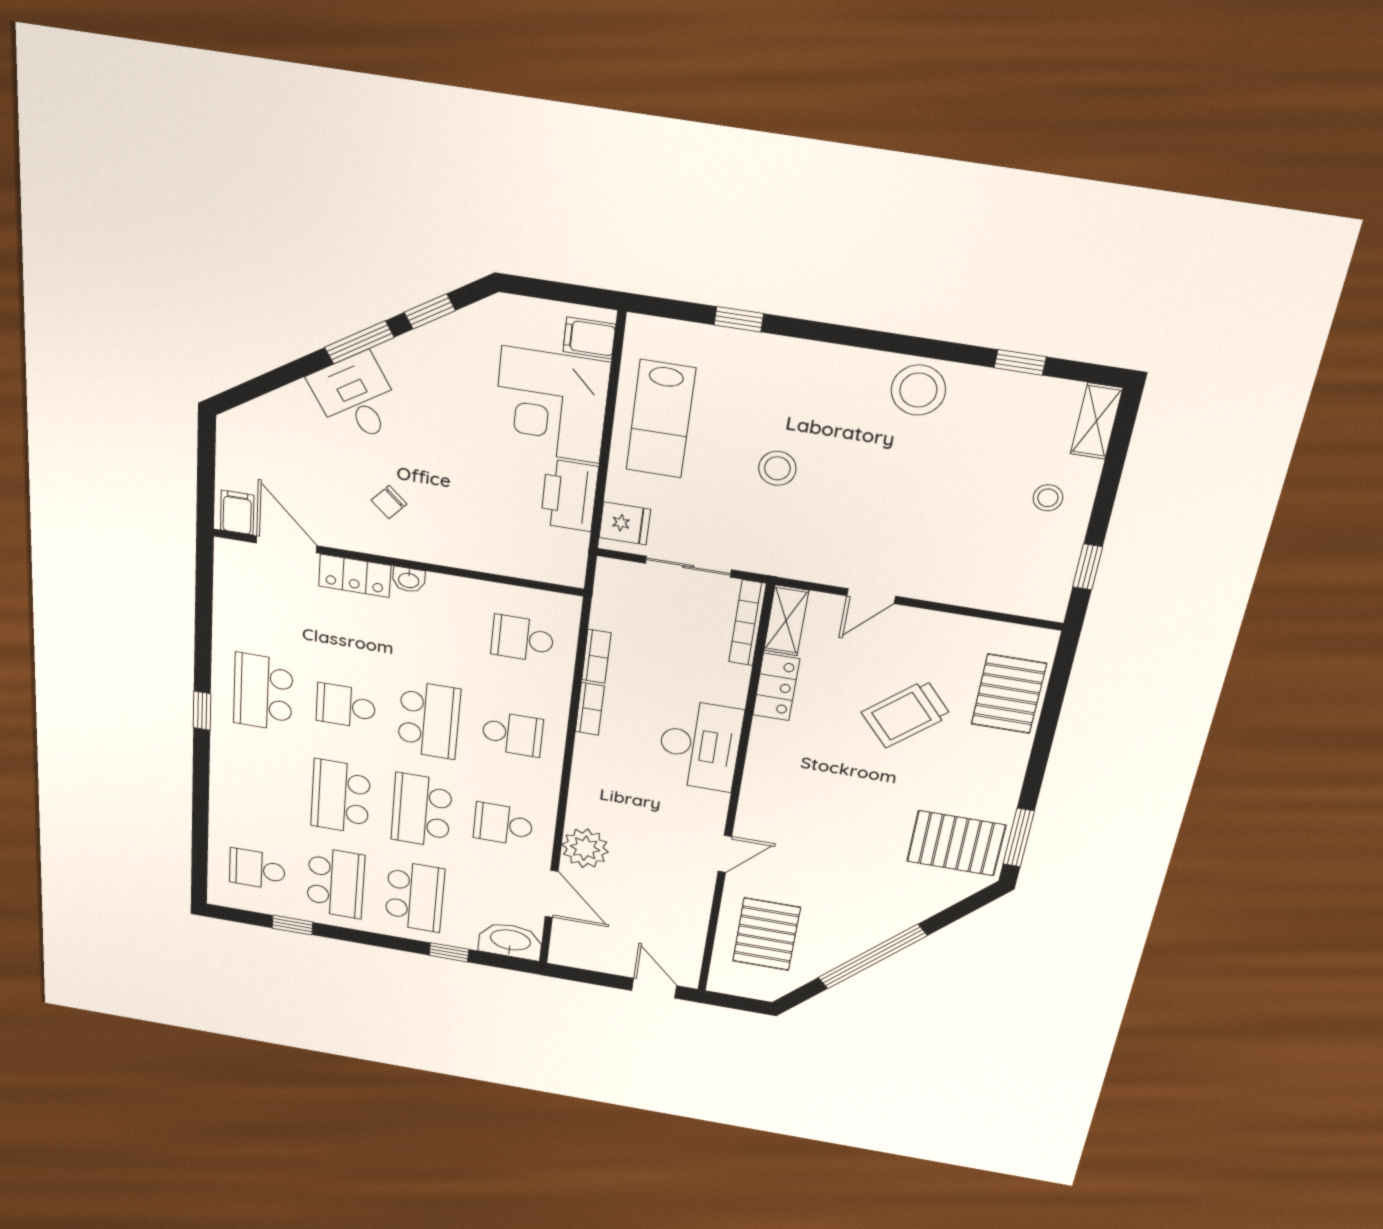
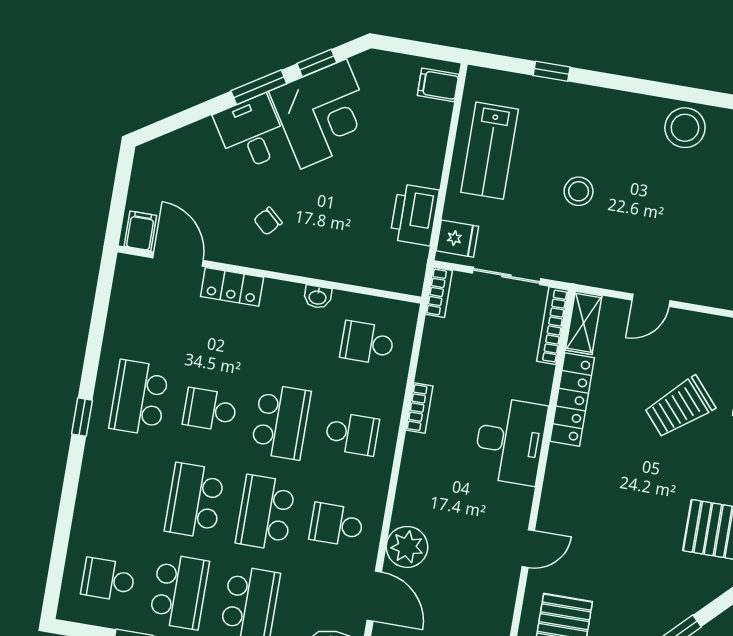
corner desk: (551, 405) -> (324, 114), moved, turned -122
washbasin: (409, 580) -> (318, 297), moved
bookcase: (596, 656) -> (439, 292), moved
locker: (776, 687) -> (572, 399), width x1.53

